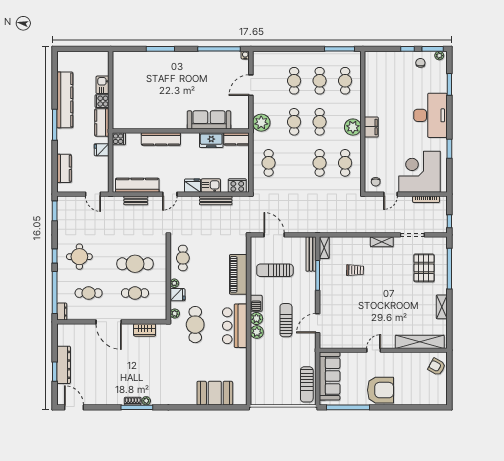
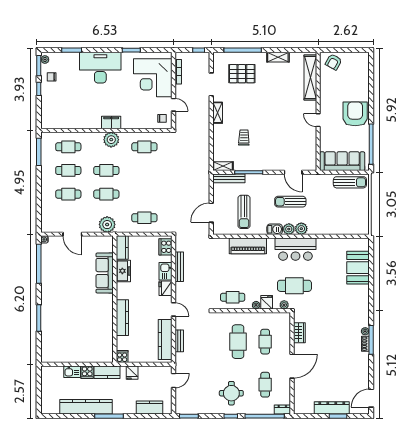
cafe table: (320, 163) -> (144, 170), removed

